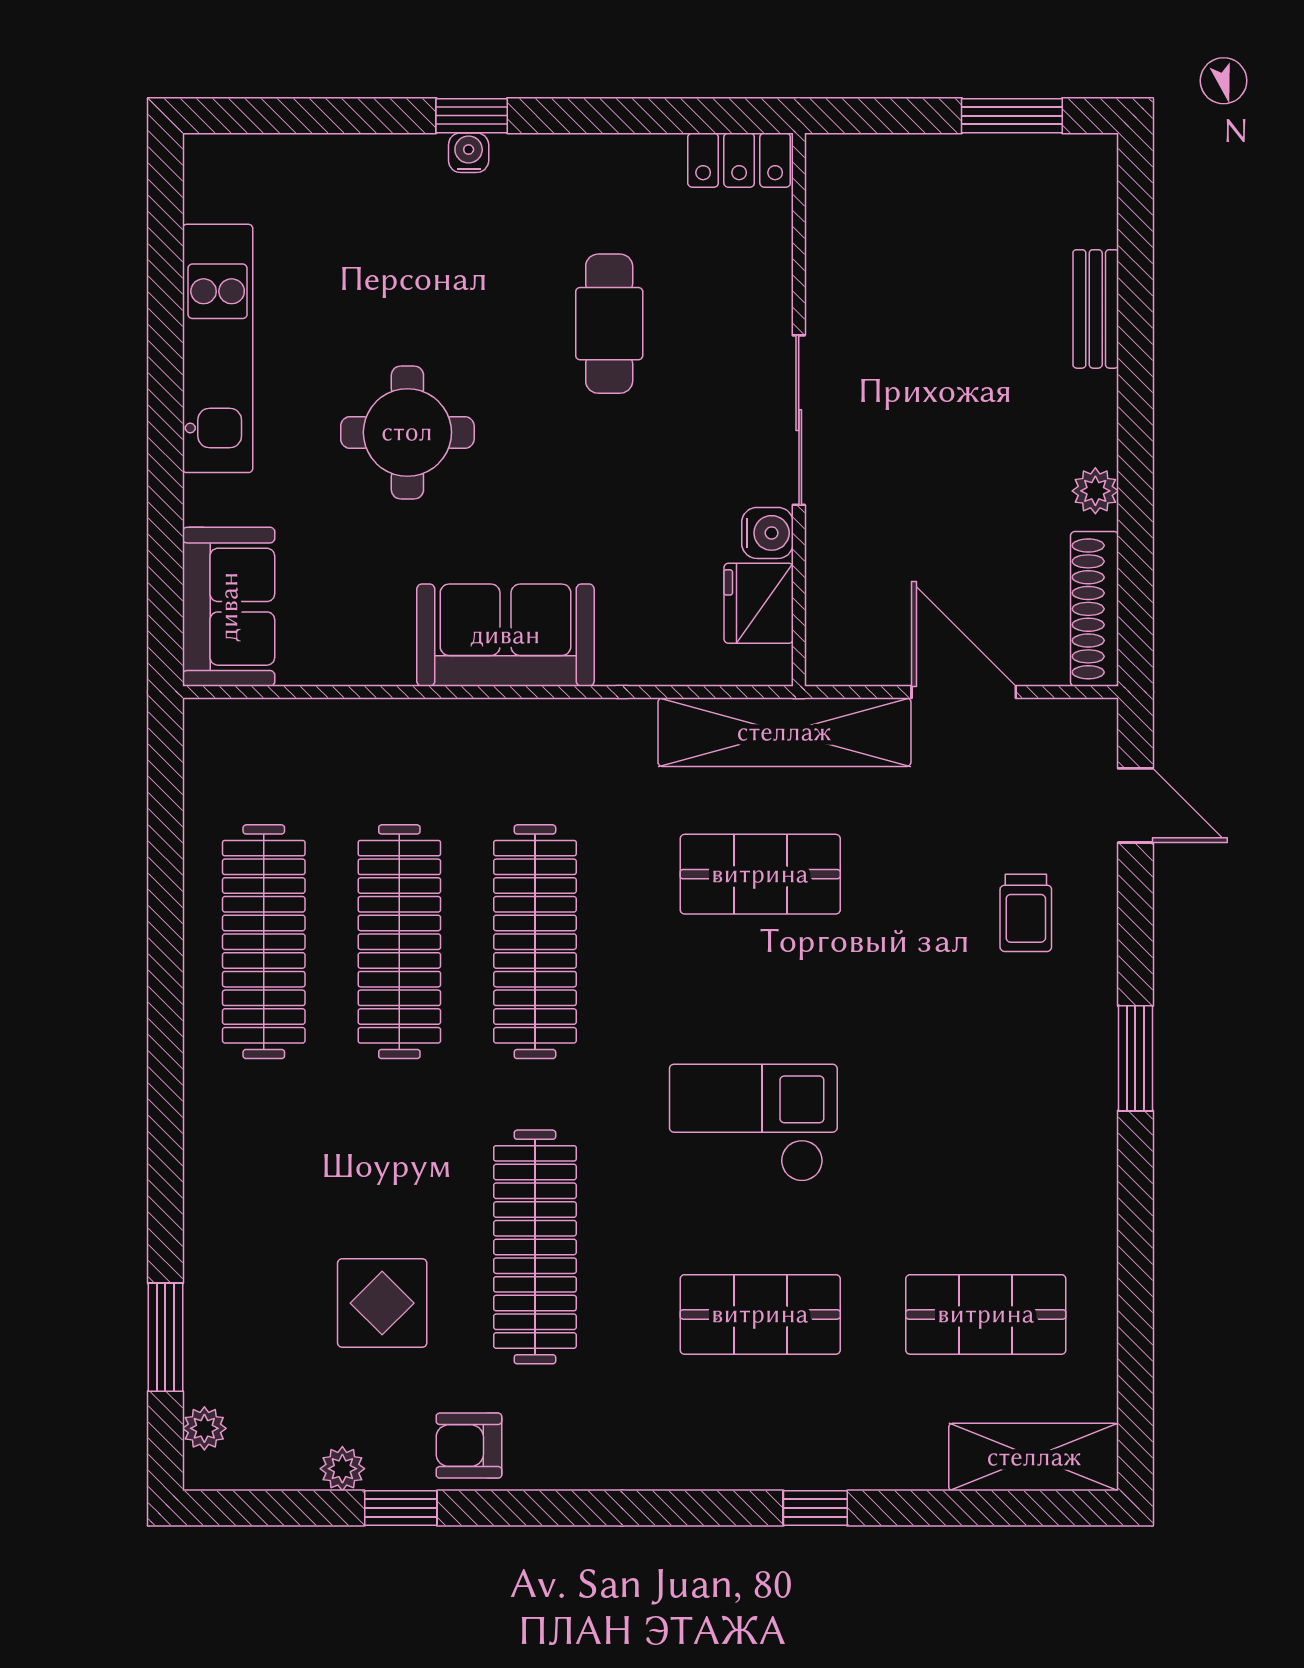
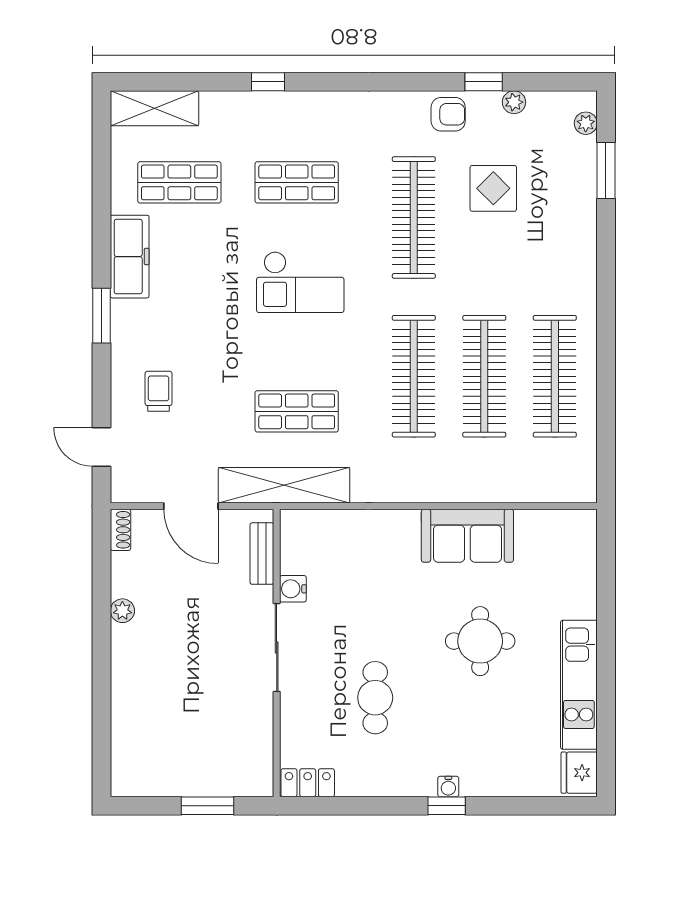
window: (1012, 116) -> (208, 806), moved
bench: (1096, 309) -> (262, 554), moved
fridge: (759, 603) -> (579, 773), moved, turned 180
sofa: (229, 607) -> (573, 550), removed
shoe rack: (1094, 609) -> (120, 530), width x0.51, depth x0.81
sofa: (505, 635) -> (467, 536), moved
freezer: (1081, 1172) -> (130, 257), added

